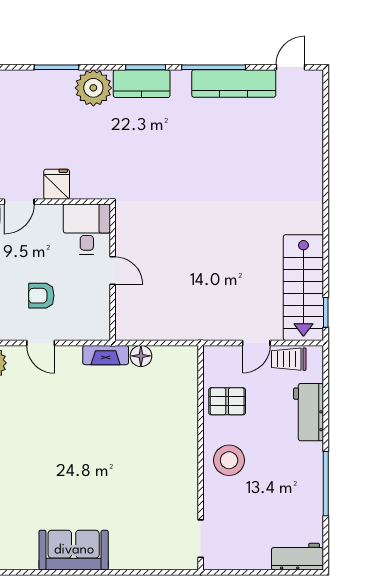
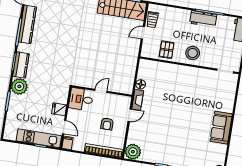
door: (41, 343) -> (130, 115), moved
door: (256, 343) -> (143, 33), swing flipped
workbench: (309, 412) -> (203, 19), moved

